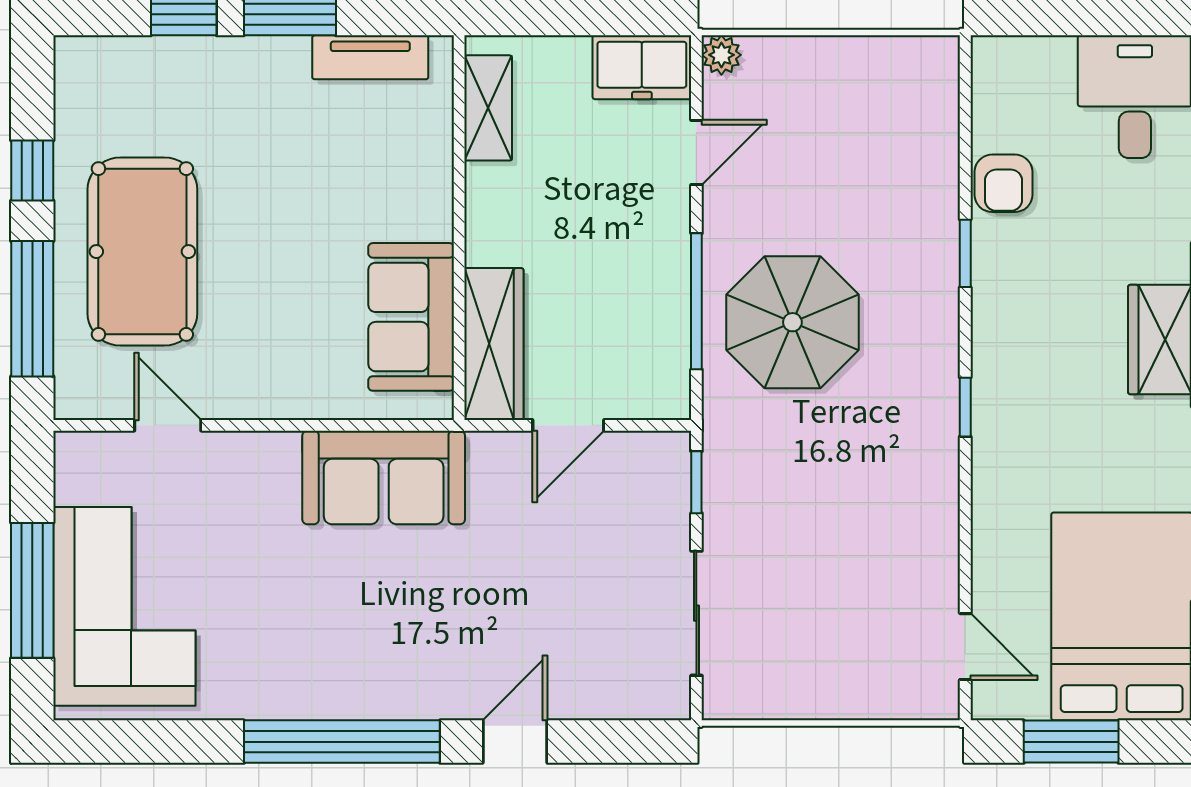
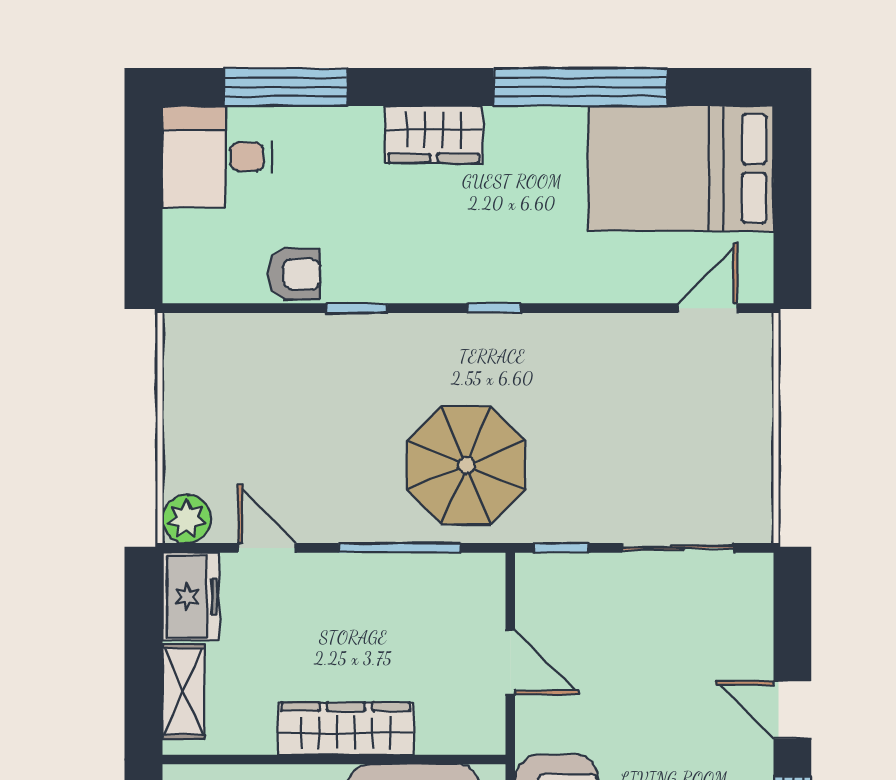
plant: (721, 55) -> (187, 519), width x1.38, depth x1.38
shelving: (488, 108) -> (183, 691), moved, turned 90
parasol: (792, 322) -> (466, 465), moved
wardrobe: (494, 344) -> (346, 729), moved
window: (1071, 742) -> (792, 214), removed

